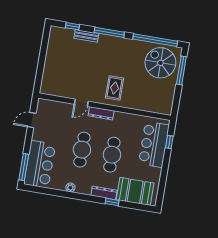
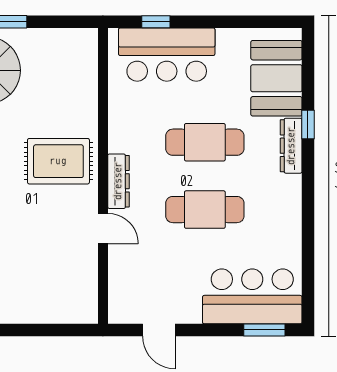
rug: (115, 88) -> (58, 161), width x1.36, depth x1.43
window: (24, 167) -> (264, 330), width x0.69
plant: (70, 188) -> (292, 221), removed

